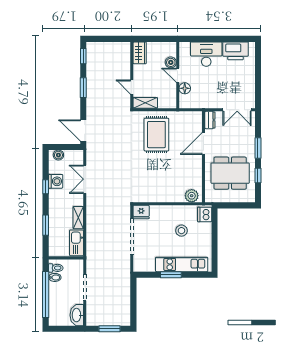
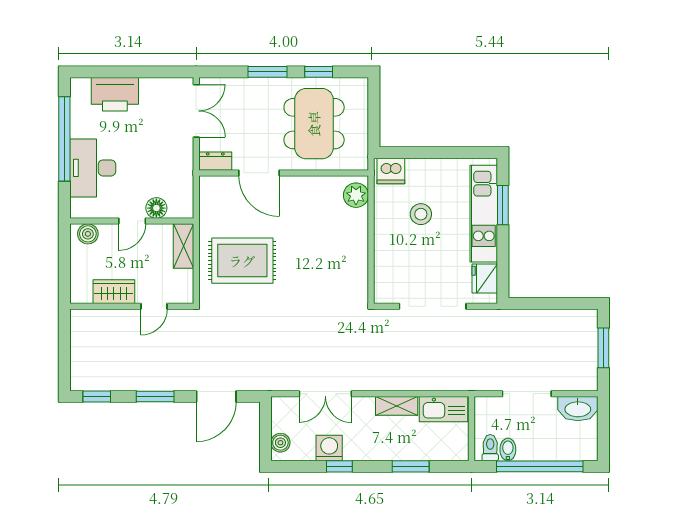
window: (222, 39) -> (64, 139), added
printer: (236, 51) -> (115, 94), moved, turned 90
wardrobe: (140, 53) -> (114, 292), moved
boiler: (171, 62) -> (88, 234), moved
shelving: (145, 103) -> (184, 246), moved
door: (83, 131) -> (216, 397), moved
fridge: (141, 212) -> (485, 278), moved, turned 180
window: (171, 275) -> (503, 205), moved

